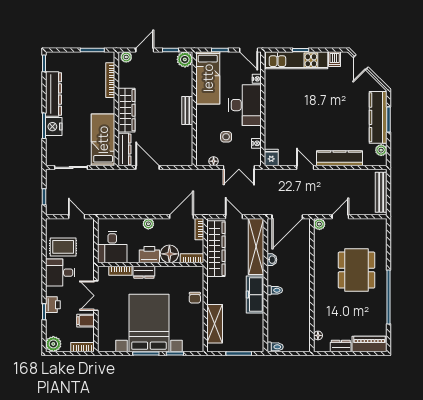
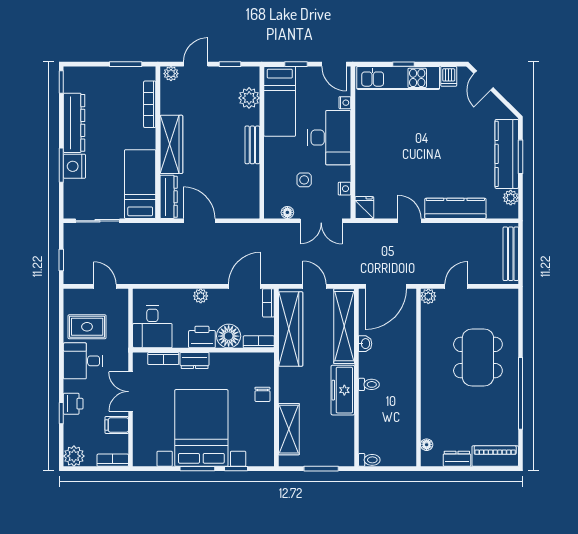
plant: (185, 59) -> (249, 98), moved

